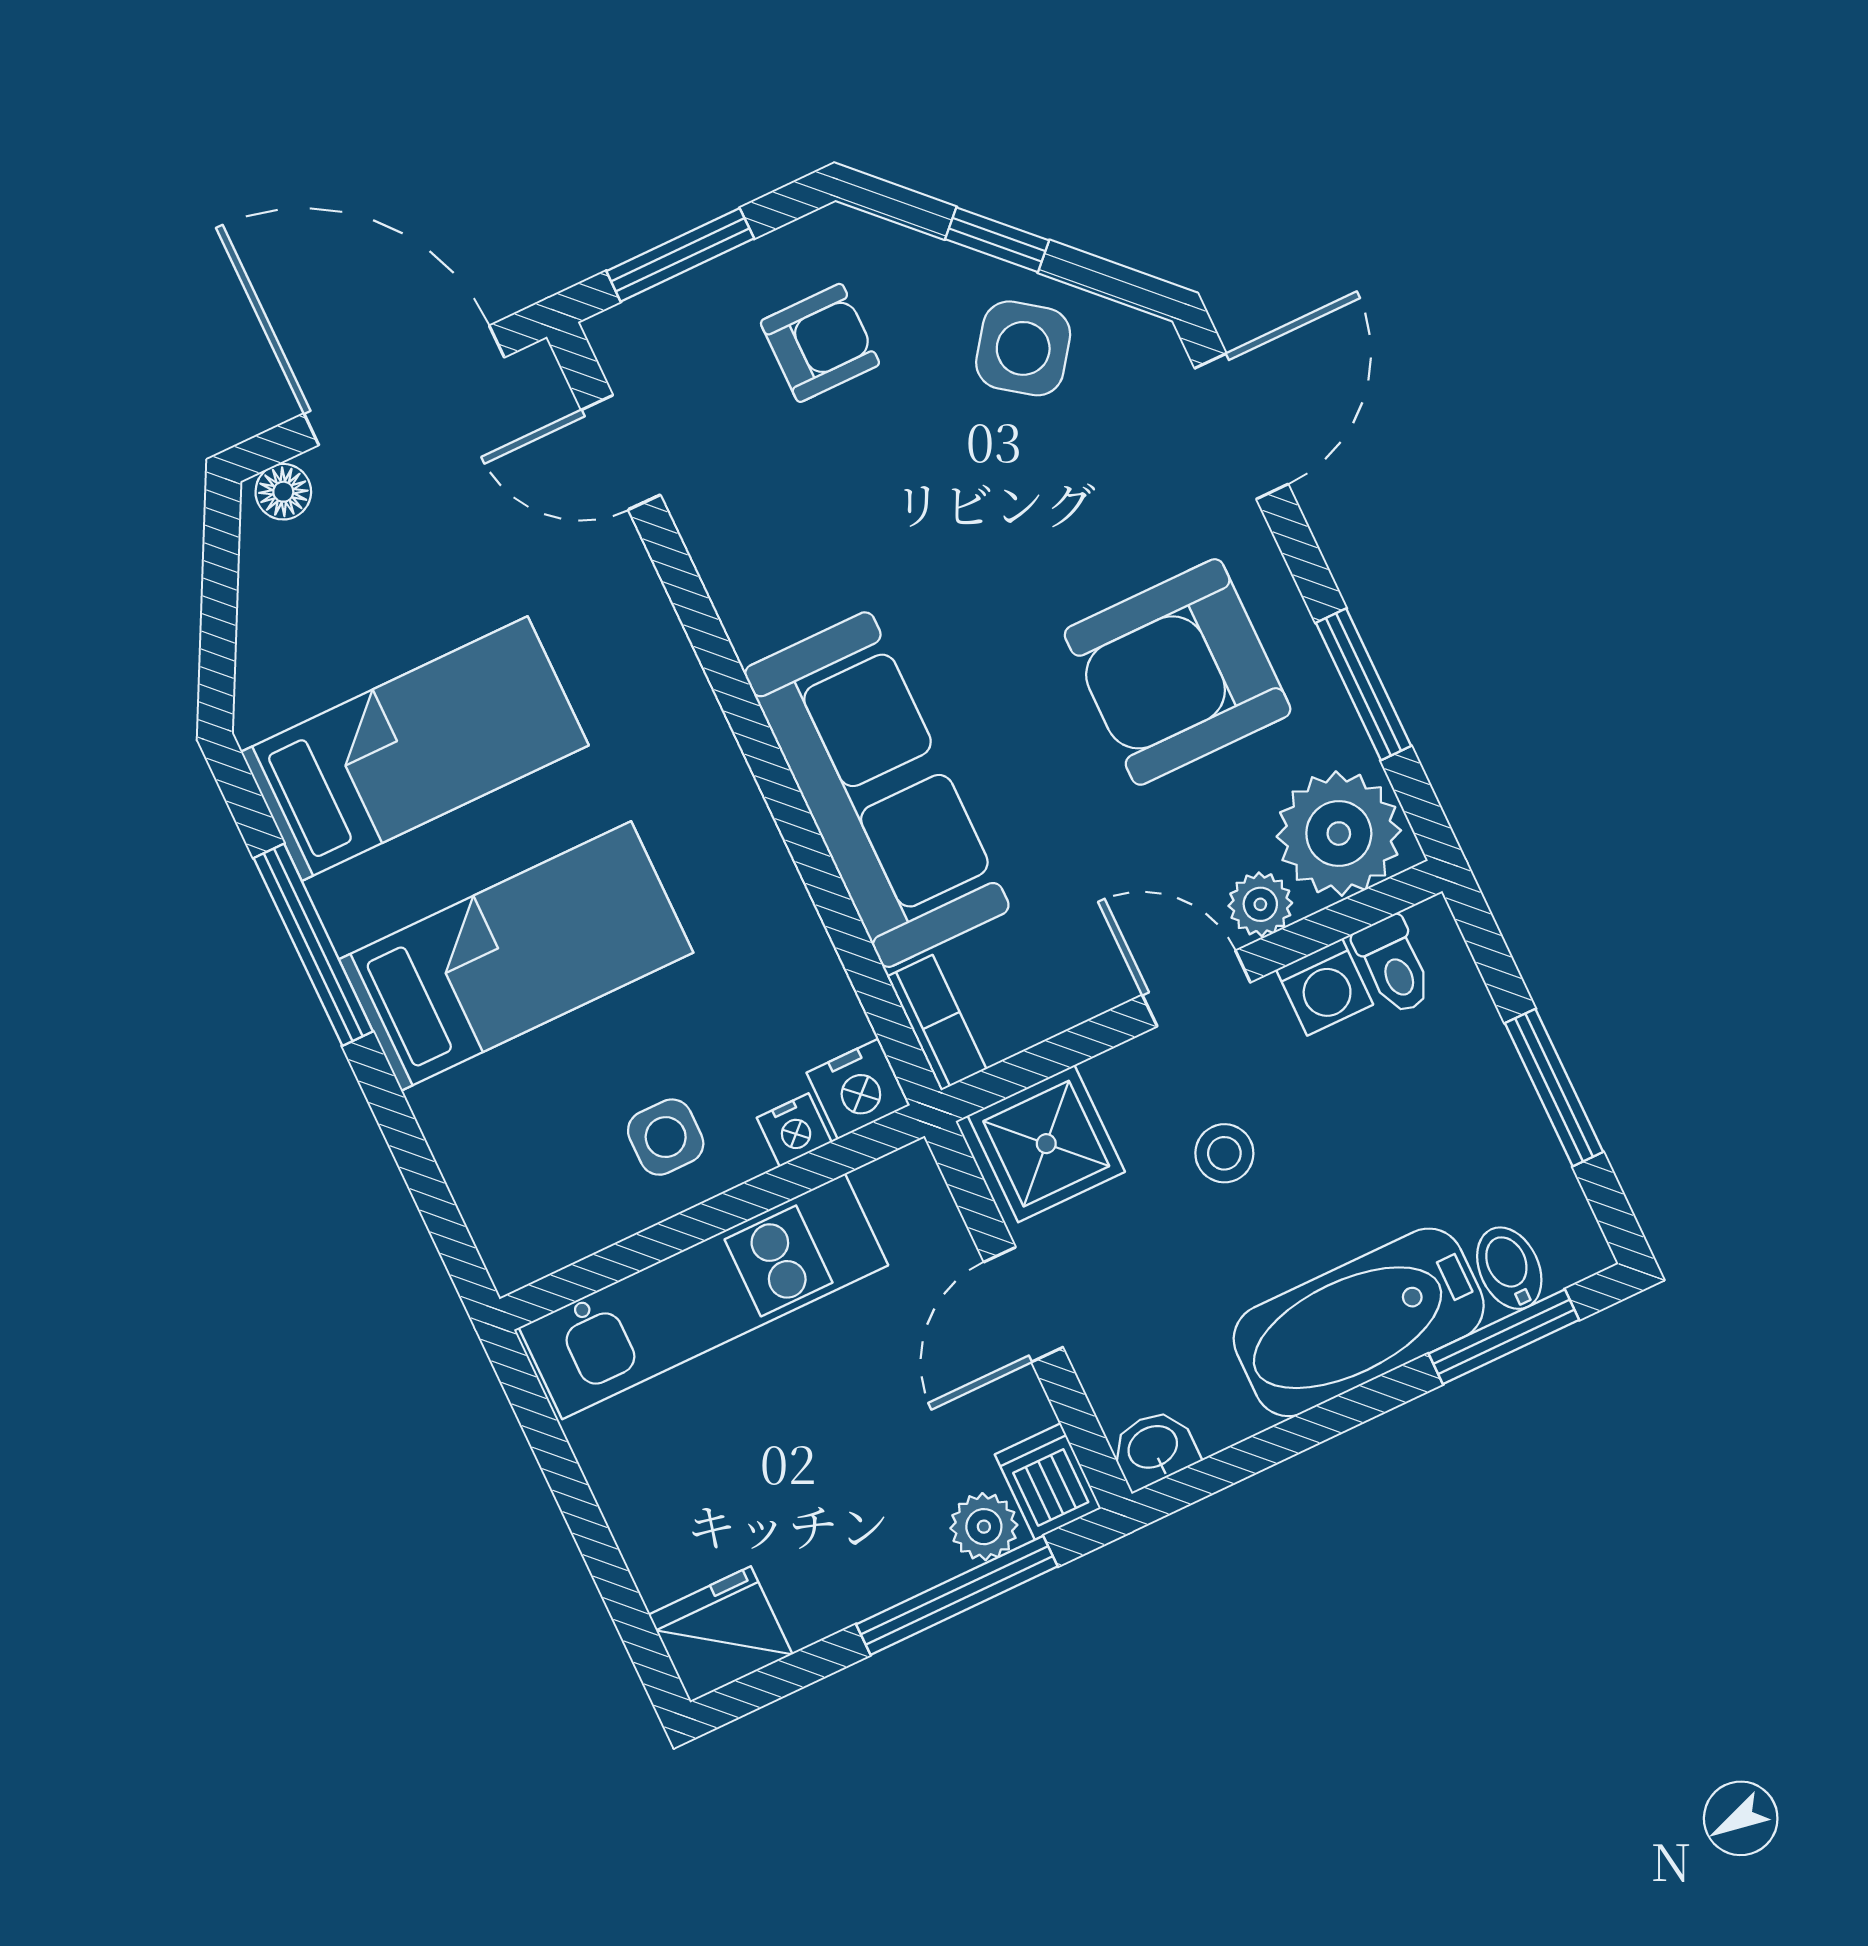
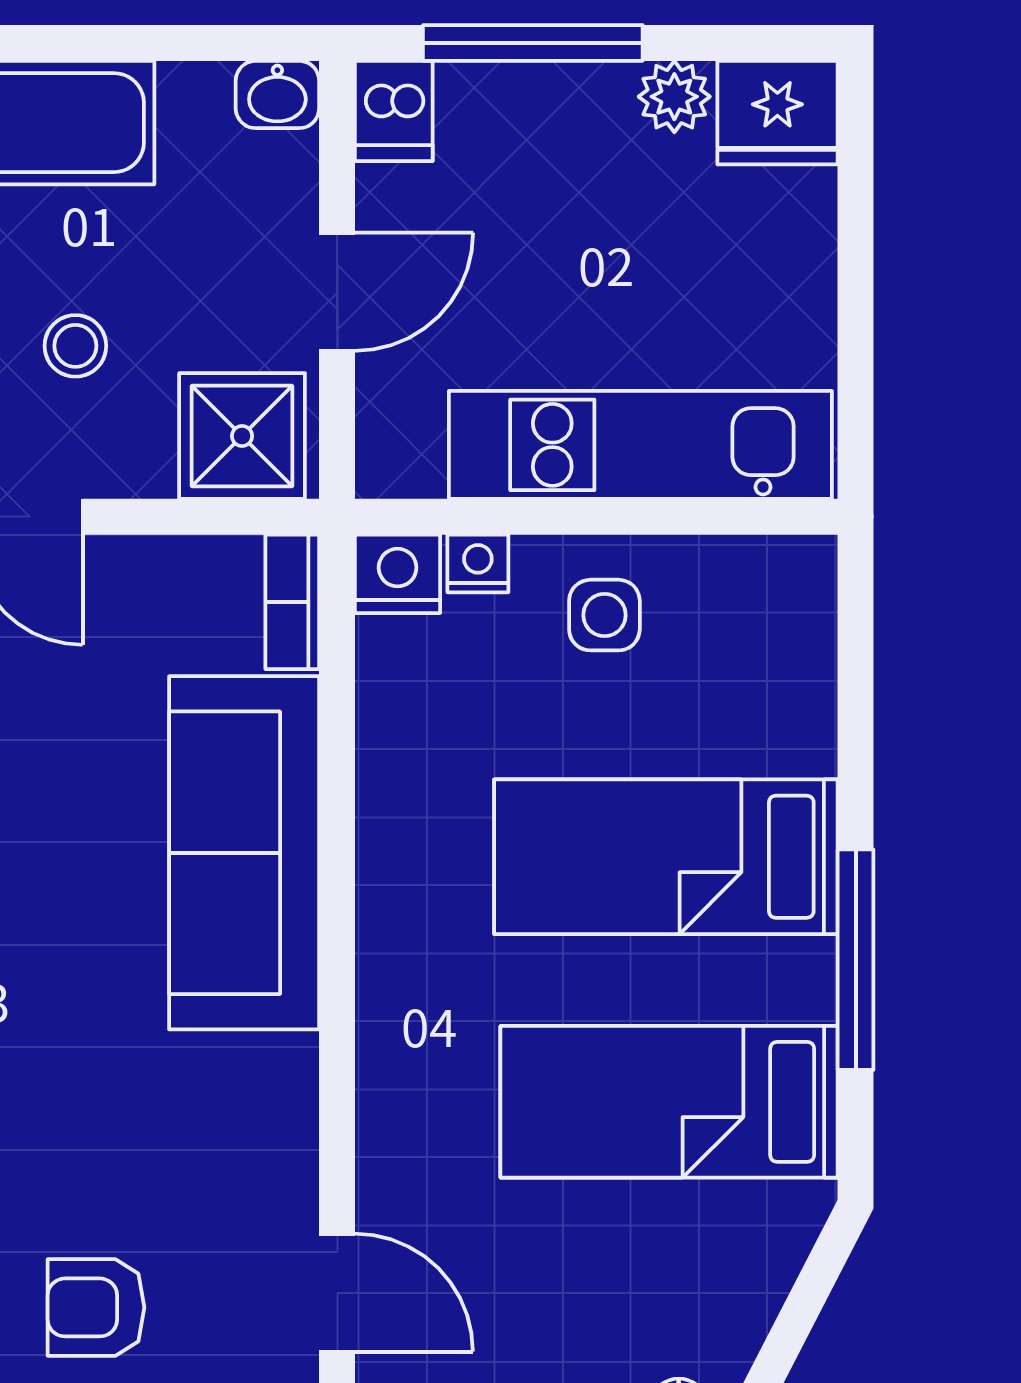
plant: (984, 1527) -> (674, 97), moved

